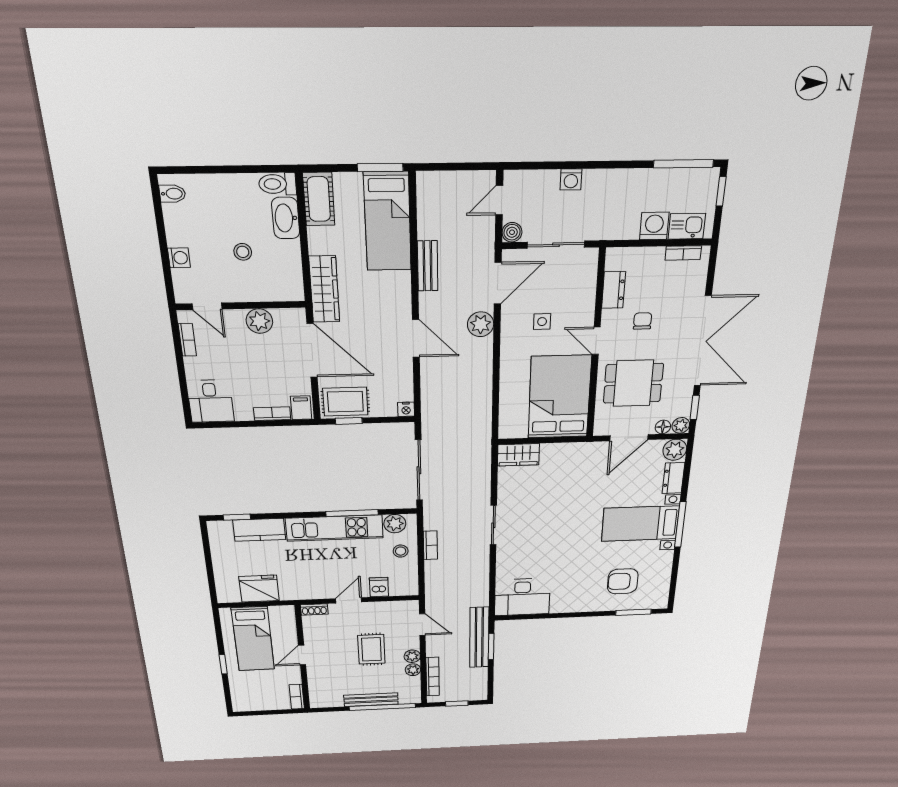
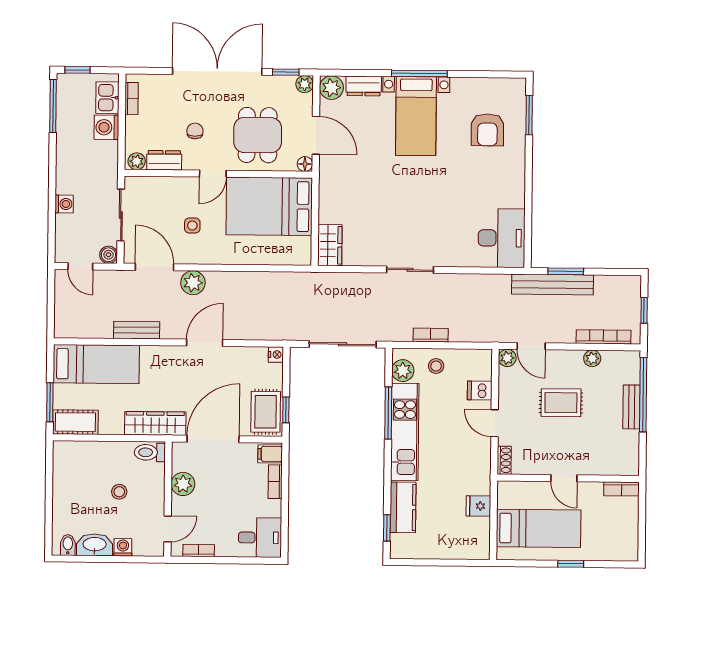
window: (380, 168) -> (50, 402), moved
toilet: (278, 184) -> (150, 452), moved, turned 90
washbasin: (286, 218) -> (95, 545), moved, turned 180
plant: (614, 260) -> (137, 161), added
chair: (643, 321) -> (195, 131), turned 90
floor lamp: (663, 427) -> (305, 164), moved
fridge: (259, 589) -> (478, 506), width x0.53, depth x0.75
door: (422, 625) -> (531, 346), swing flipped
plant: (412, 656) -> (507, 358), moved
bench: (371, 700) -> (632, 407), width x0.73

